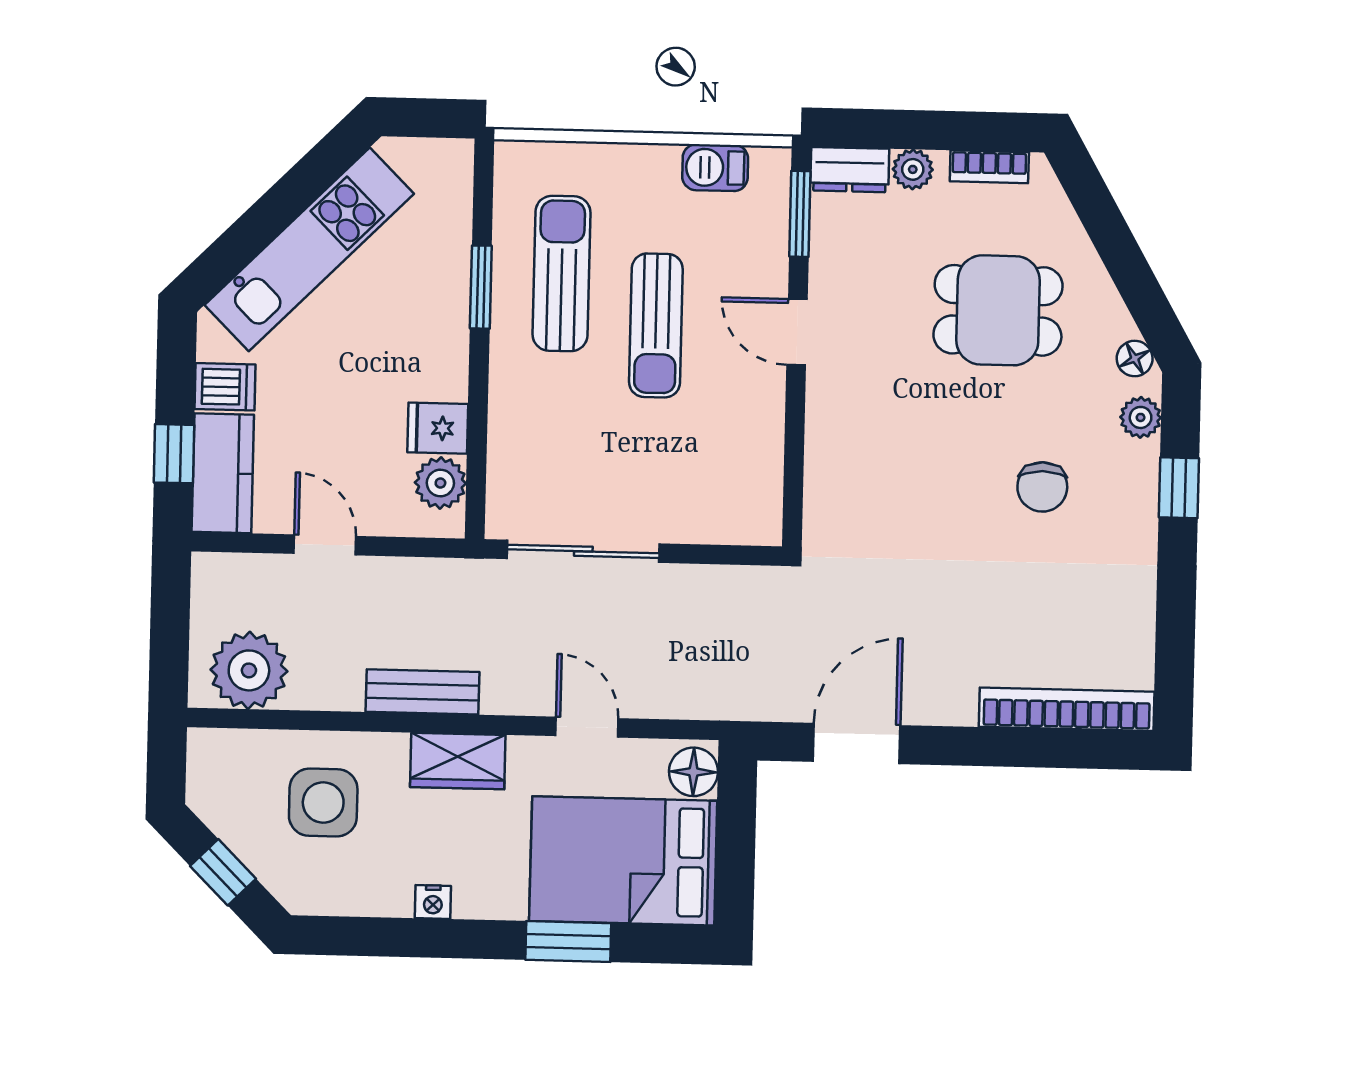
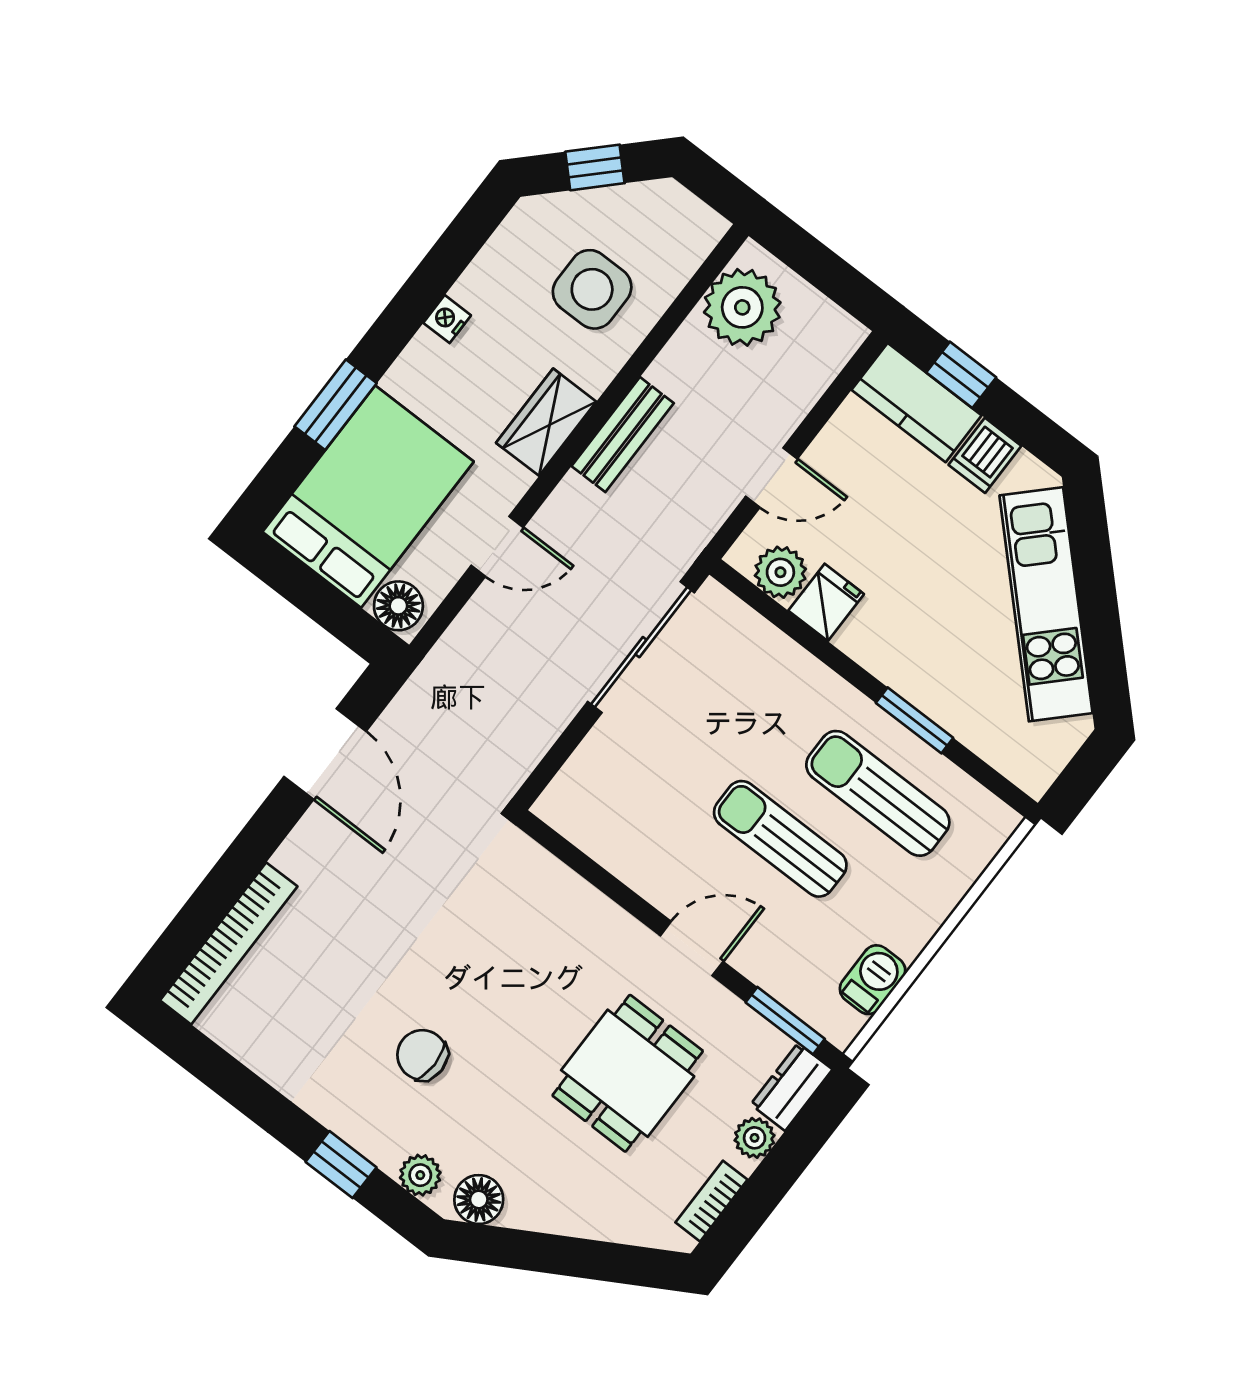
sun lounger: (561, 273) -> (878, 793), turned 180
dining table: (998, 310) -> (628, 1073), moved
floor lamp: (1135, 358) -> (479, 1199), width x1.37, depth x1.37
door: (325, 545) -> (772, 478), moved

